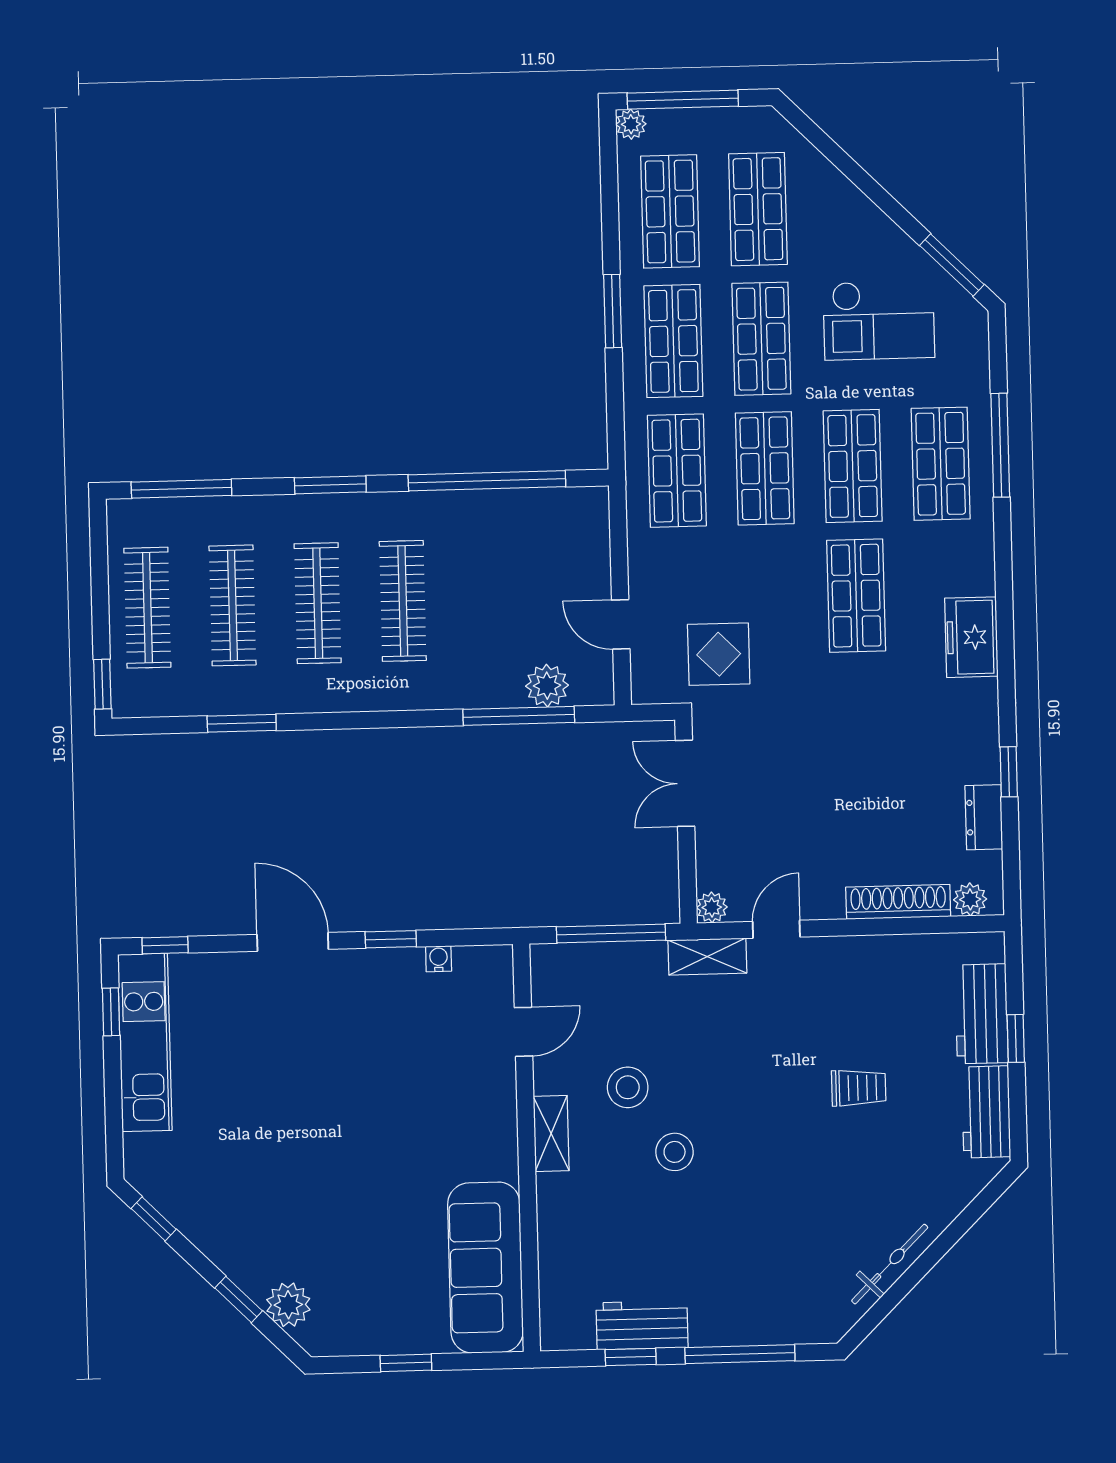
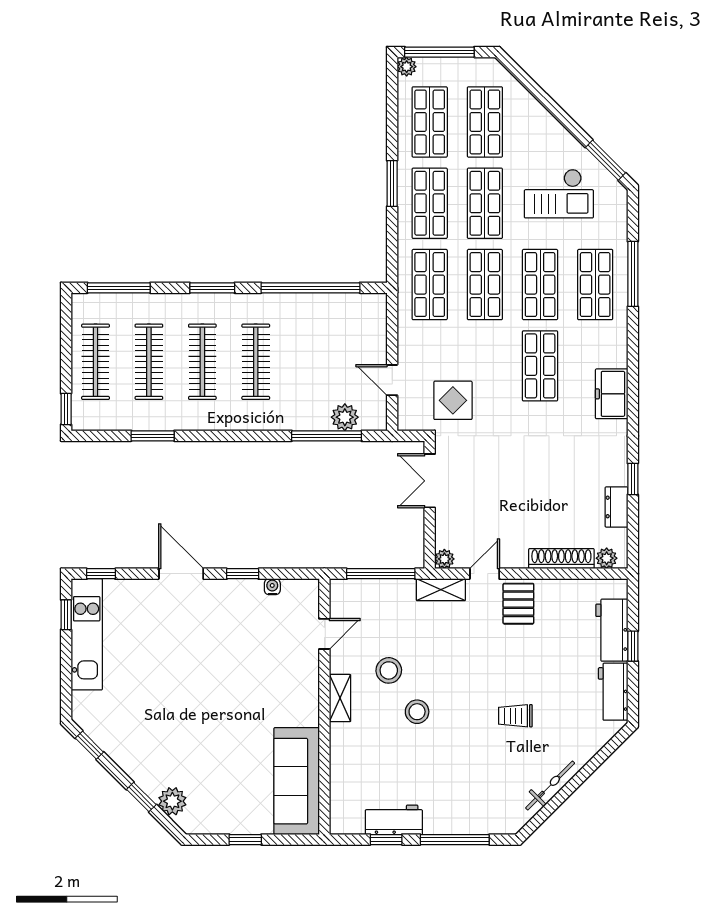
pallet: (832, 975) -> (518, 604), added
trolley: (859, 1088) -> (515, 716), moved, turned 180

